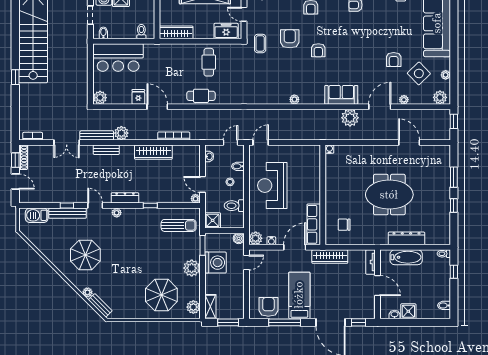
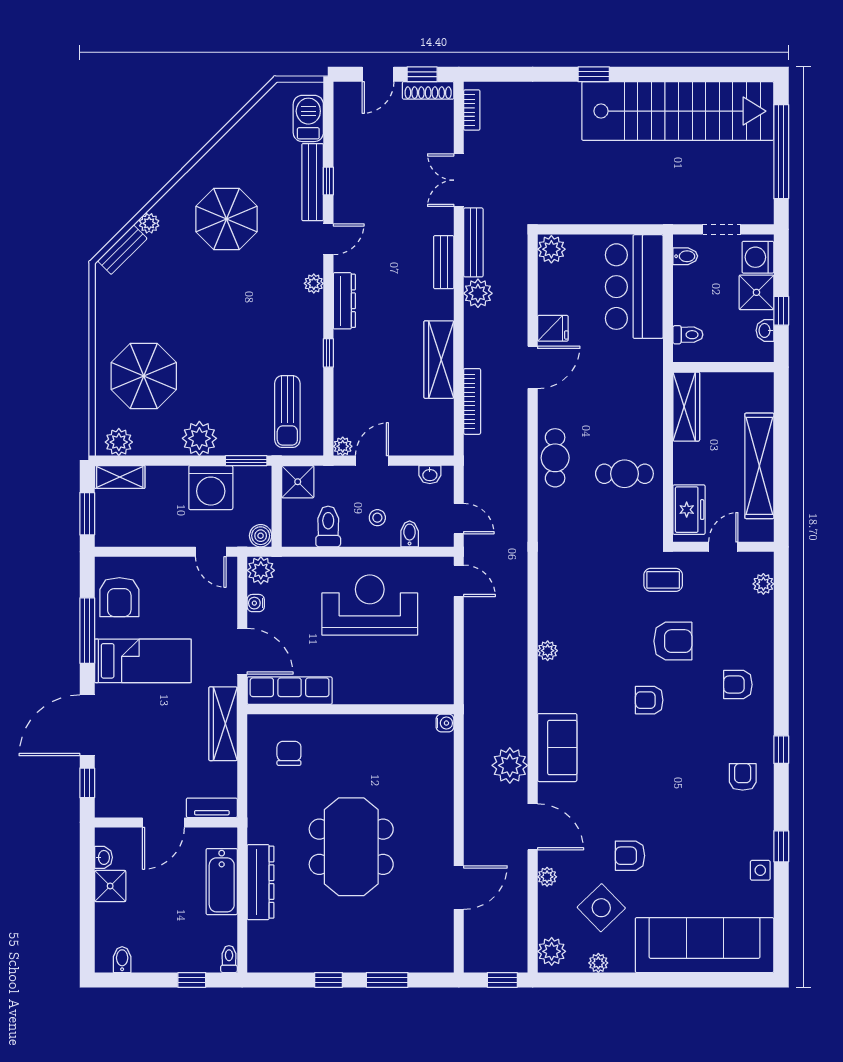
armchair: (268, 307) -> (119, 597), turned 90

